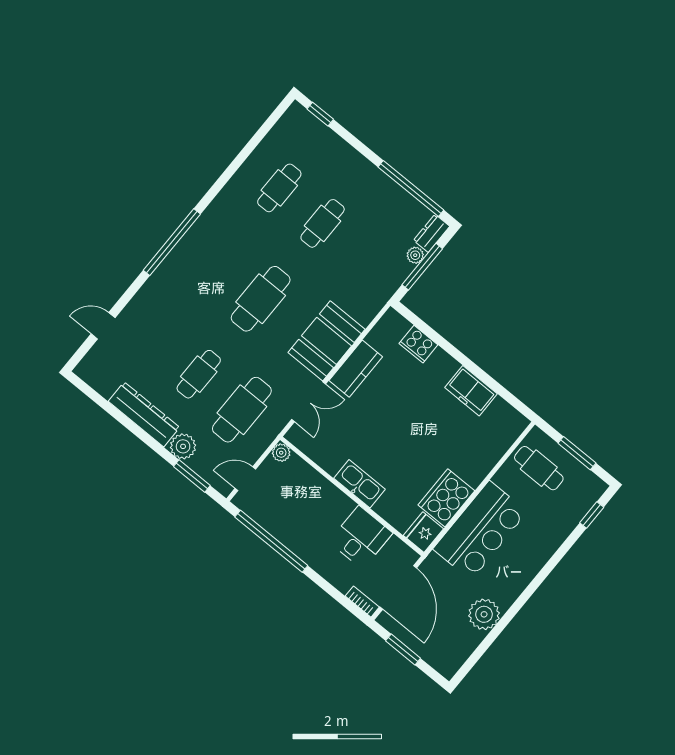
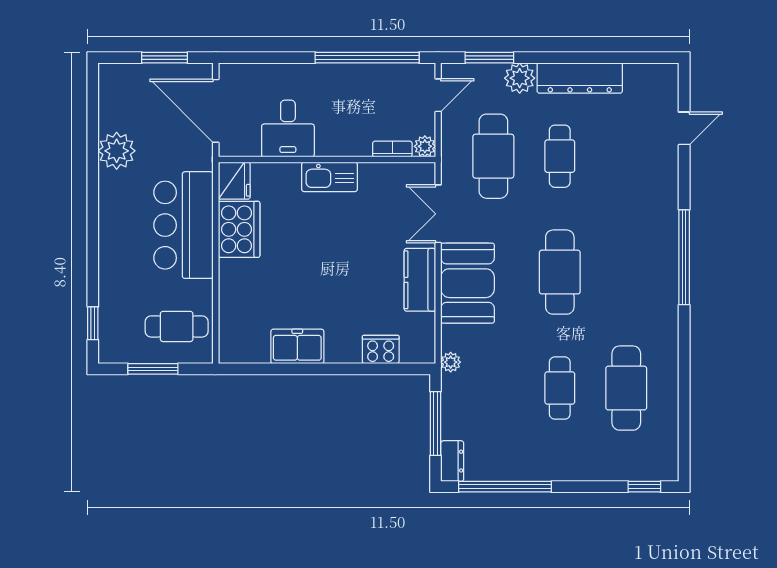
cafe table: (279, 188) -> (626, 388), width x1.37, depth x1.35
plant: (415, 255) -> (451, 362), moved
bookcase: (362, 602) -> (392, 149), moved, turned 180

